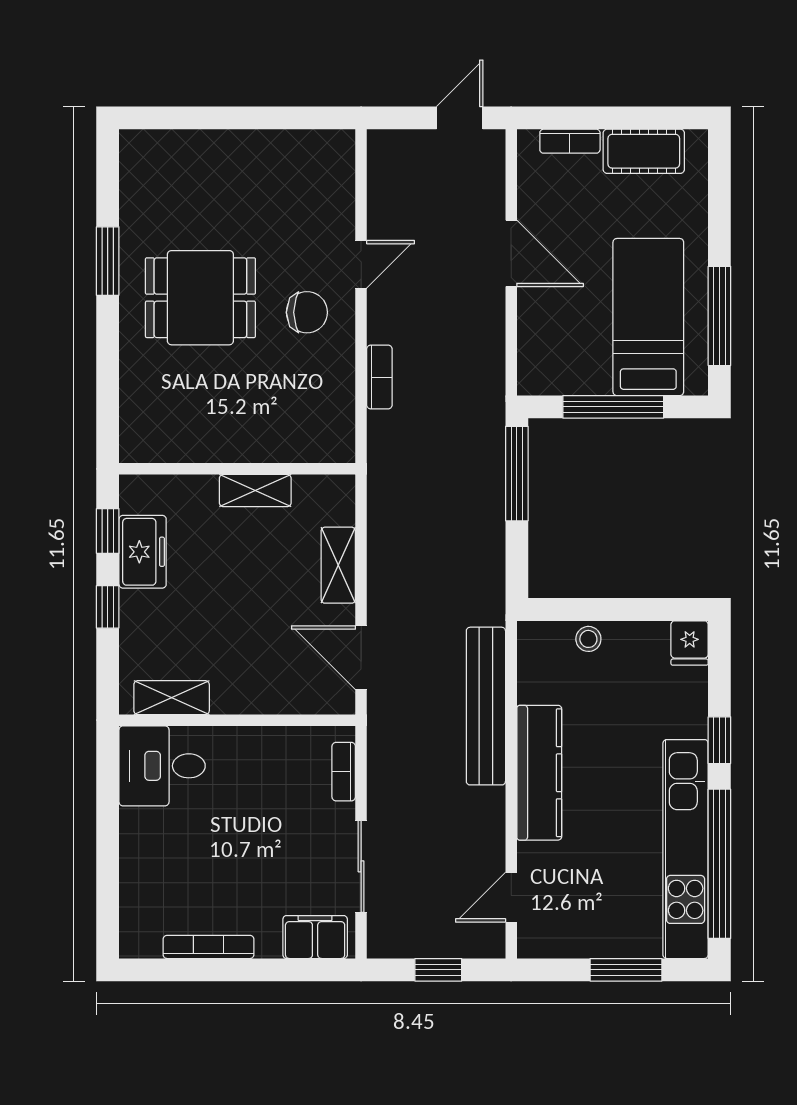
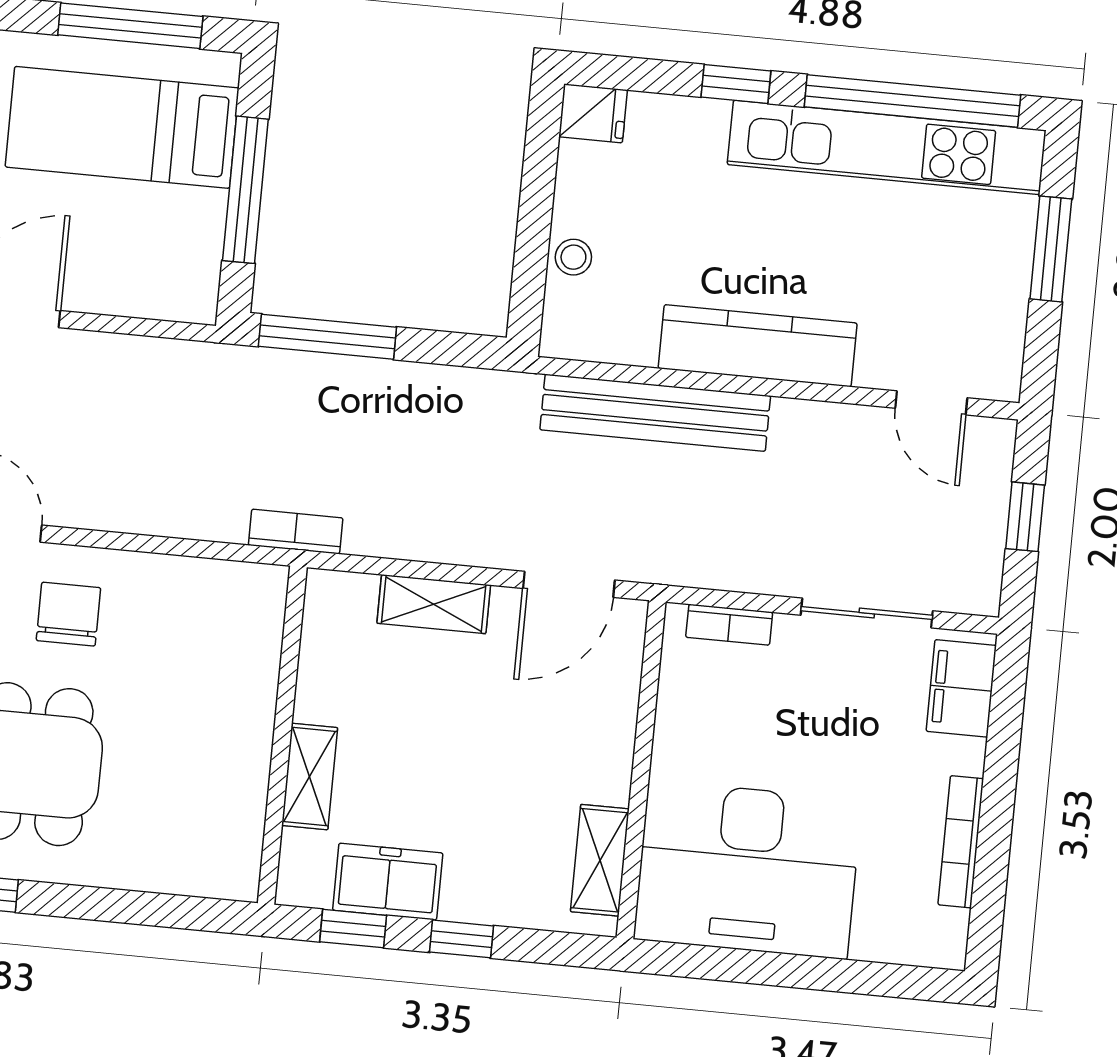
bookcase: (379, 377) -> (296, 532), moved
shelving: (255, 491) -> (310, 777), moved
desk: (162, 766) -> (748, 869), width x1.87, depth x1.30

